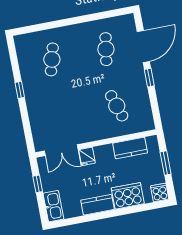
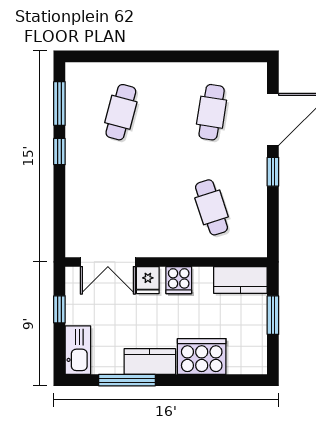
window: (14, 61) -> (59, 104), added
kitchen counter: (130, 148) -> (240, 280), moved
cooker: (160, 192) -> (179, 280), moved, turned 180
window: (86, 218) -> (127, 380), added

